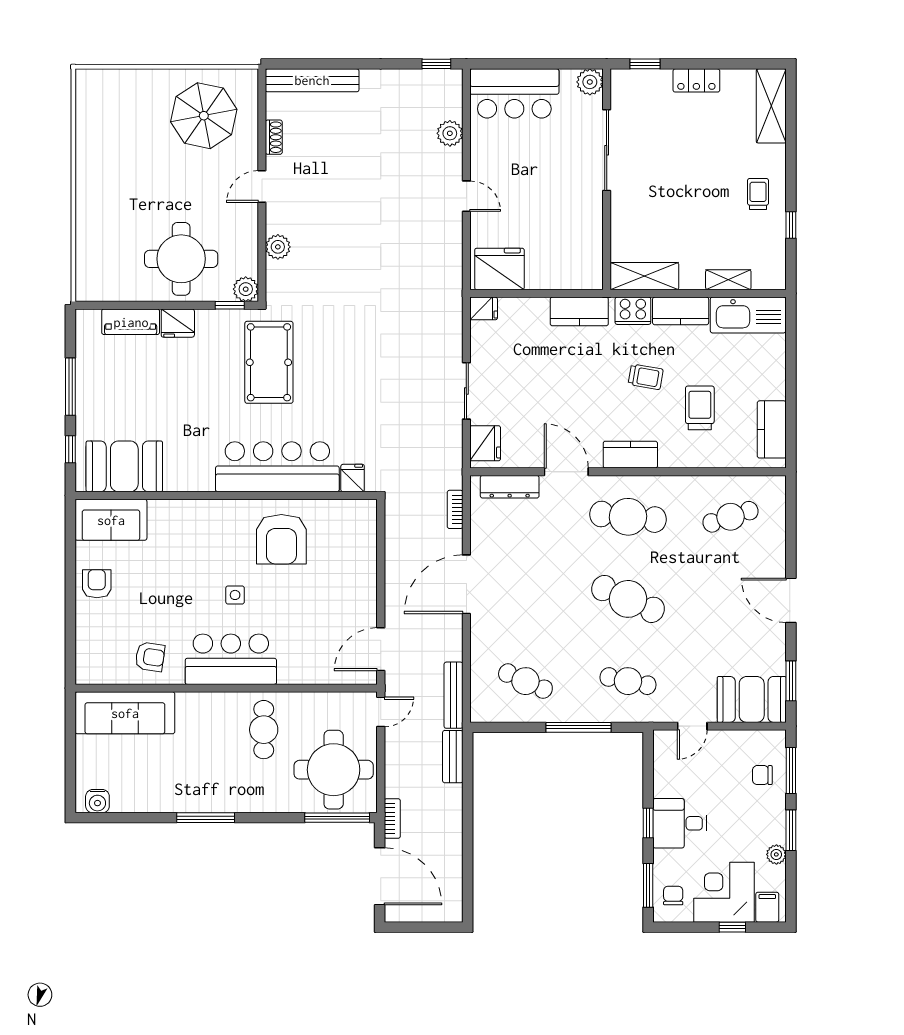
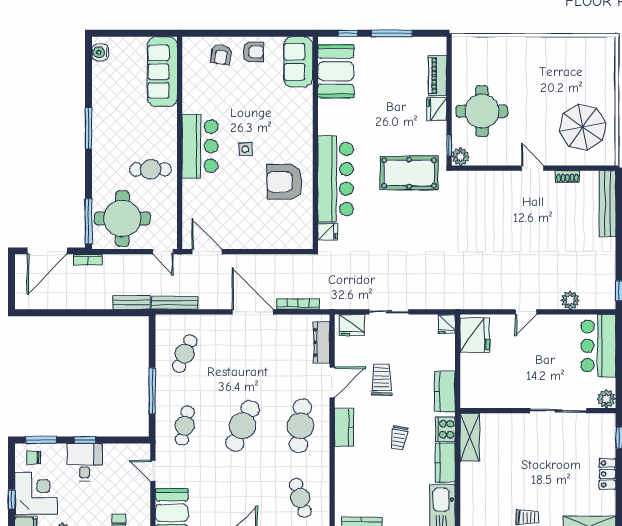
plant: (278, 247) -> (490, 179), removed
shelving: (728, 280) -> (467, 496), removed
trolley: (700, 408) -> (382, 380), moved, turned -90
bookcase: (455, 509) -> (298, 304), width x1.56
armchair: (150, 657) -> (221, 54), moved
chair: (673, 896) -> (34, 458), turned 180

